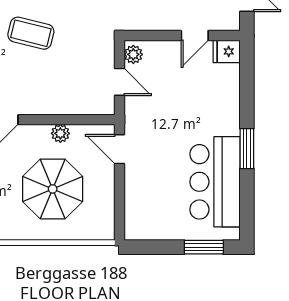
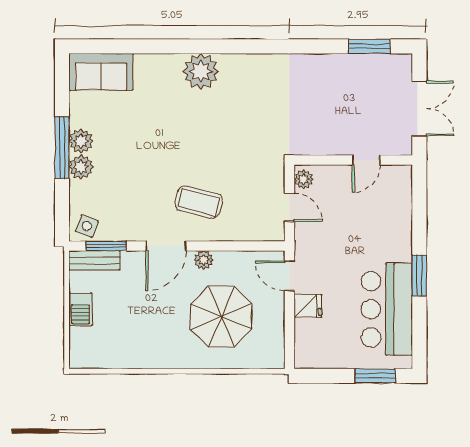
coffee table: (31, 33) -> (199, 202), moved
fridge: (227, 51) -> (308, 306), moved, turned 180
plant: (60, 133) -> (204, 260), moved

